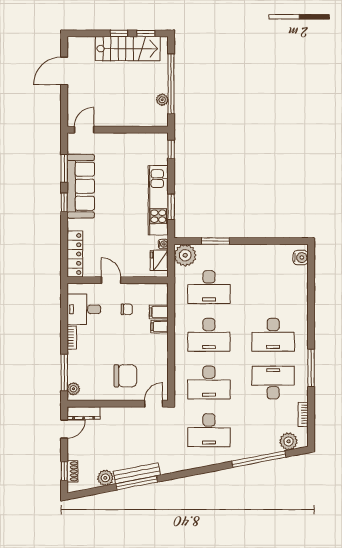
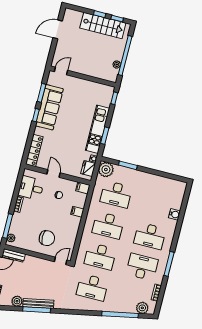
water cooler: (301, 258) -> (175, 214), moved
filing cabinet: (159, 312) -> (83, 188), moved

